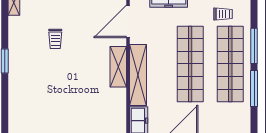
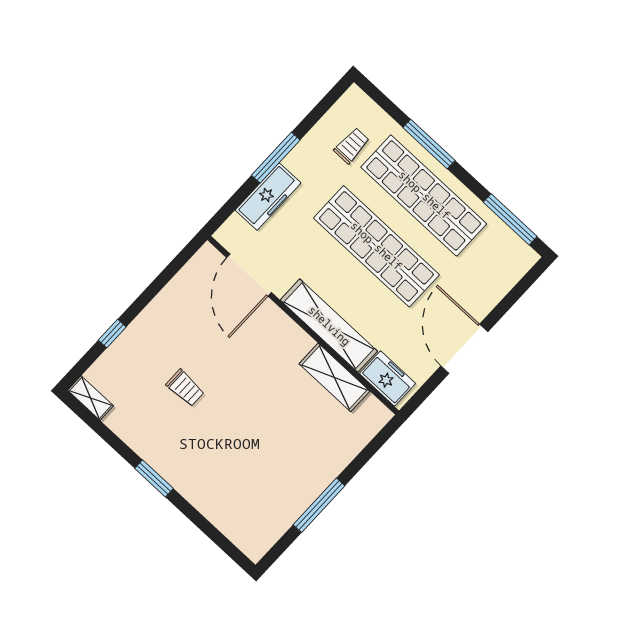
shelving: (118, 67) -> (334, 377), moved
window: (254, 88) -> (510, 219), moved

